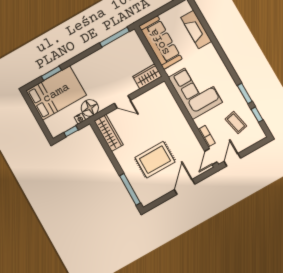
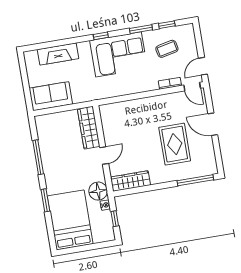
window: (114, 37) -> (38, 157), moved
sofa: (160, 42) -> (51, 96), width x0.73
window: (226, 61) -> (101, 36), added
window: (51, 73) -> (45, 200), moved
wardrobe: (147, 76) -> (89, 128), width x1.50
corner sofa: (195, 90) -> (119, 54), moved, turned 180
door: (232, 160) -> (203, 66), hinge flipped

